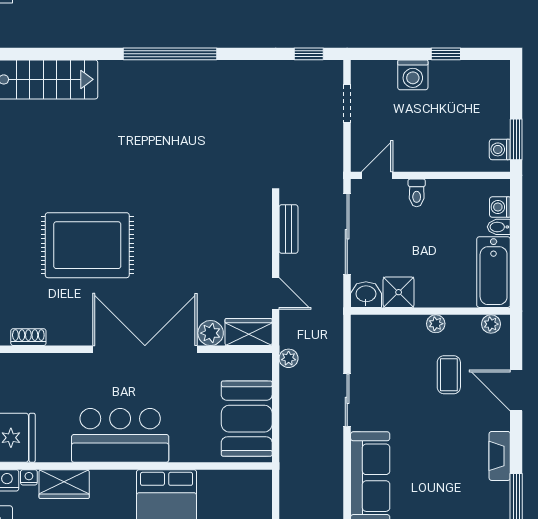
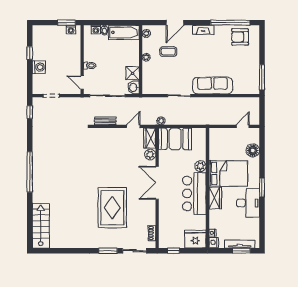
double door: (145, 349) -> (157, 183), width x0.73
booth: (247, 419) -> (175, 139), moved
plant: (183, 450) -> (200, 166), added
wardrobe: (64, 484) -> (215, 198), moved

